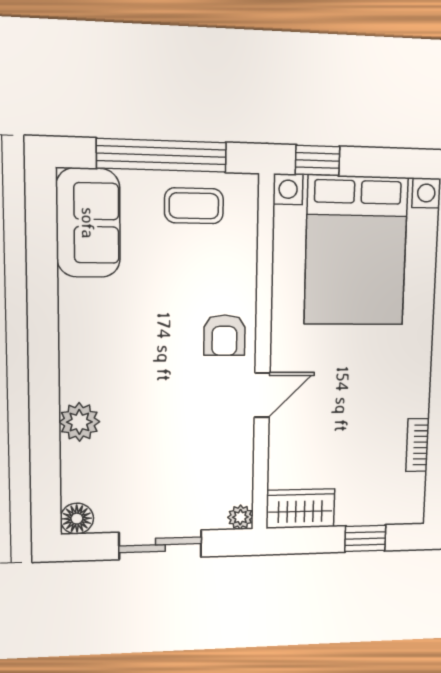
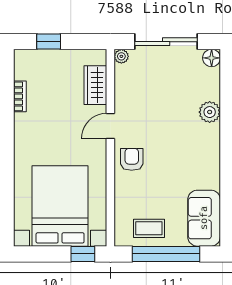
wardrobe: (300, 509) -> (95, 85), moved, turned 90
sliding door: (160, 545) -> (166, 42), width x1.37

